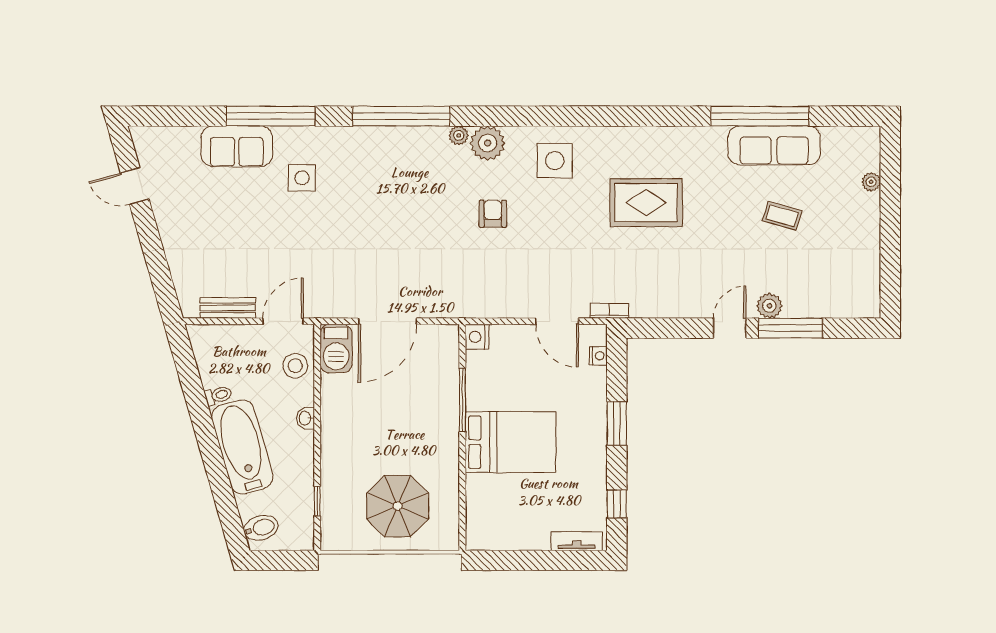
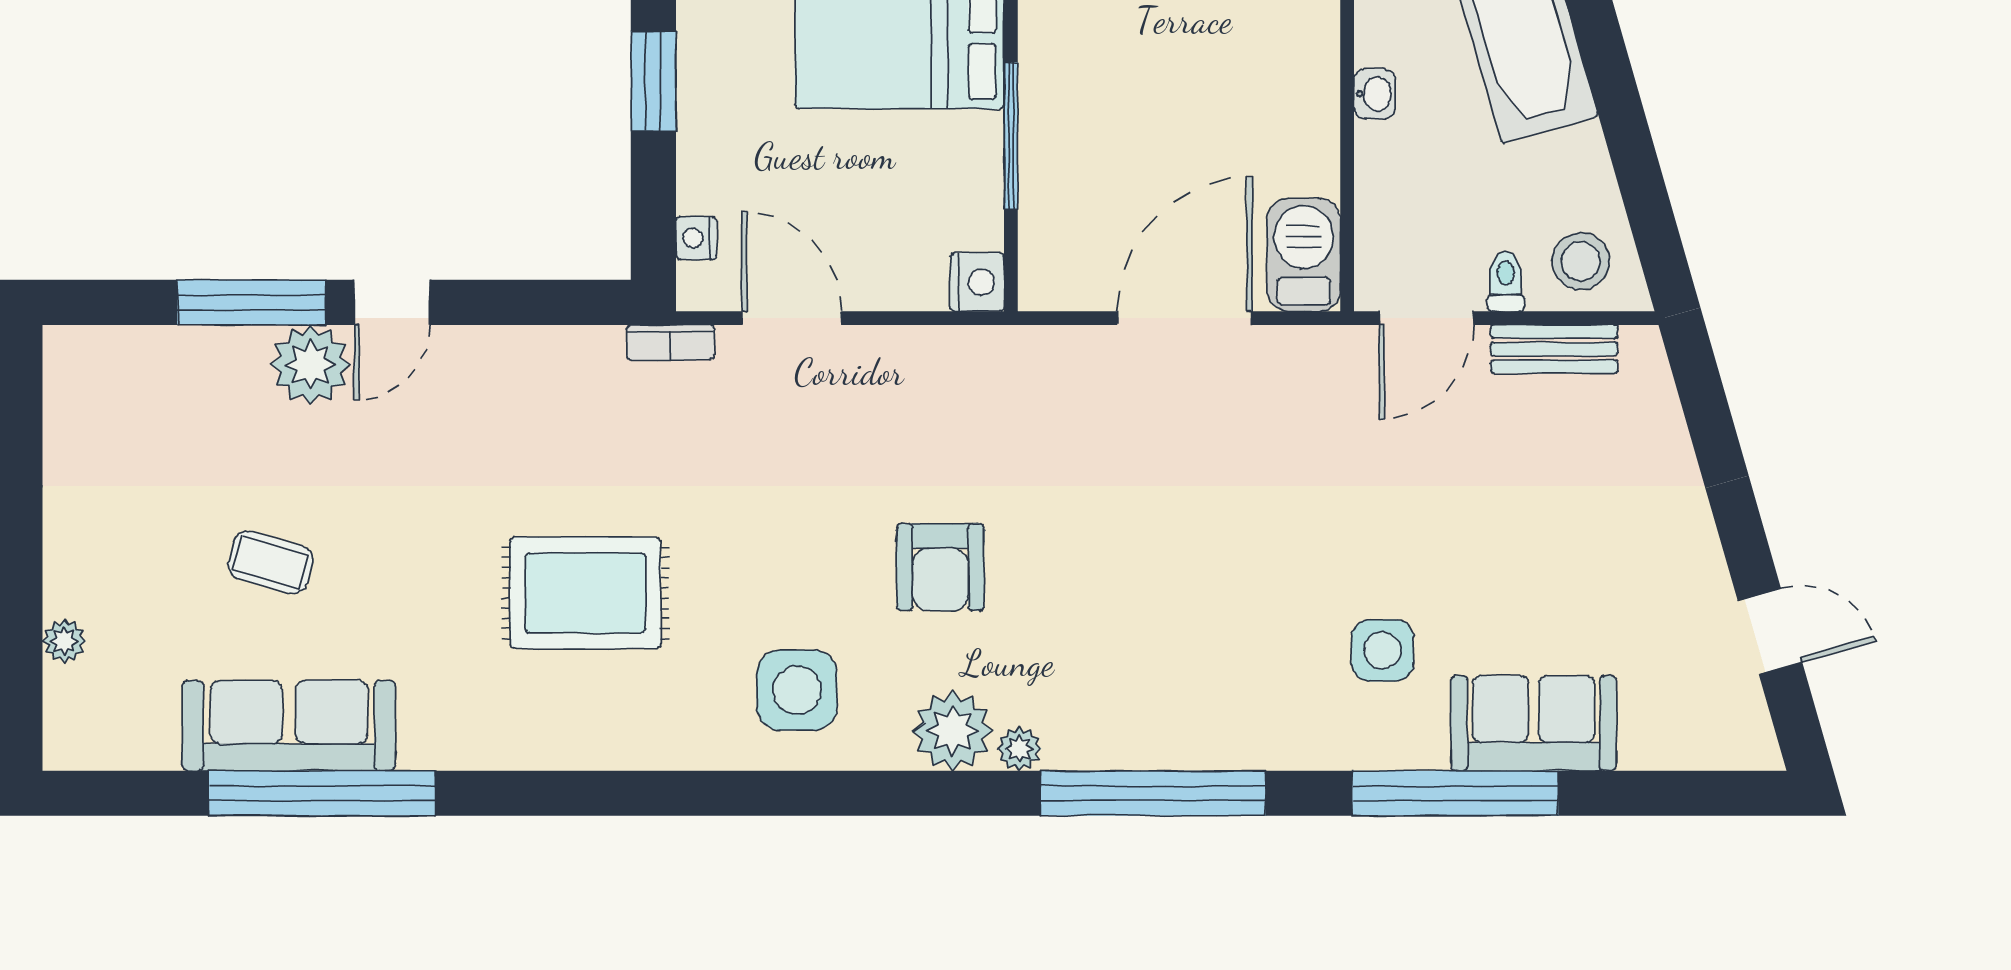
armchair: (493, 214) -> (940, 567), width x1.38, depth x1.38
plant: (769, 306) -> (311, 365), width x1.36, depth x1.36
stool: (295, 366) -> (1581, 261), moved
toilet: (218, 395) -> (1506, 281), moved, turned 106

